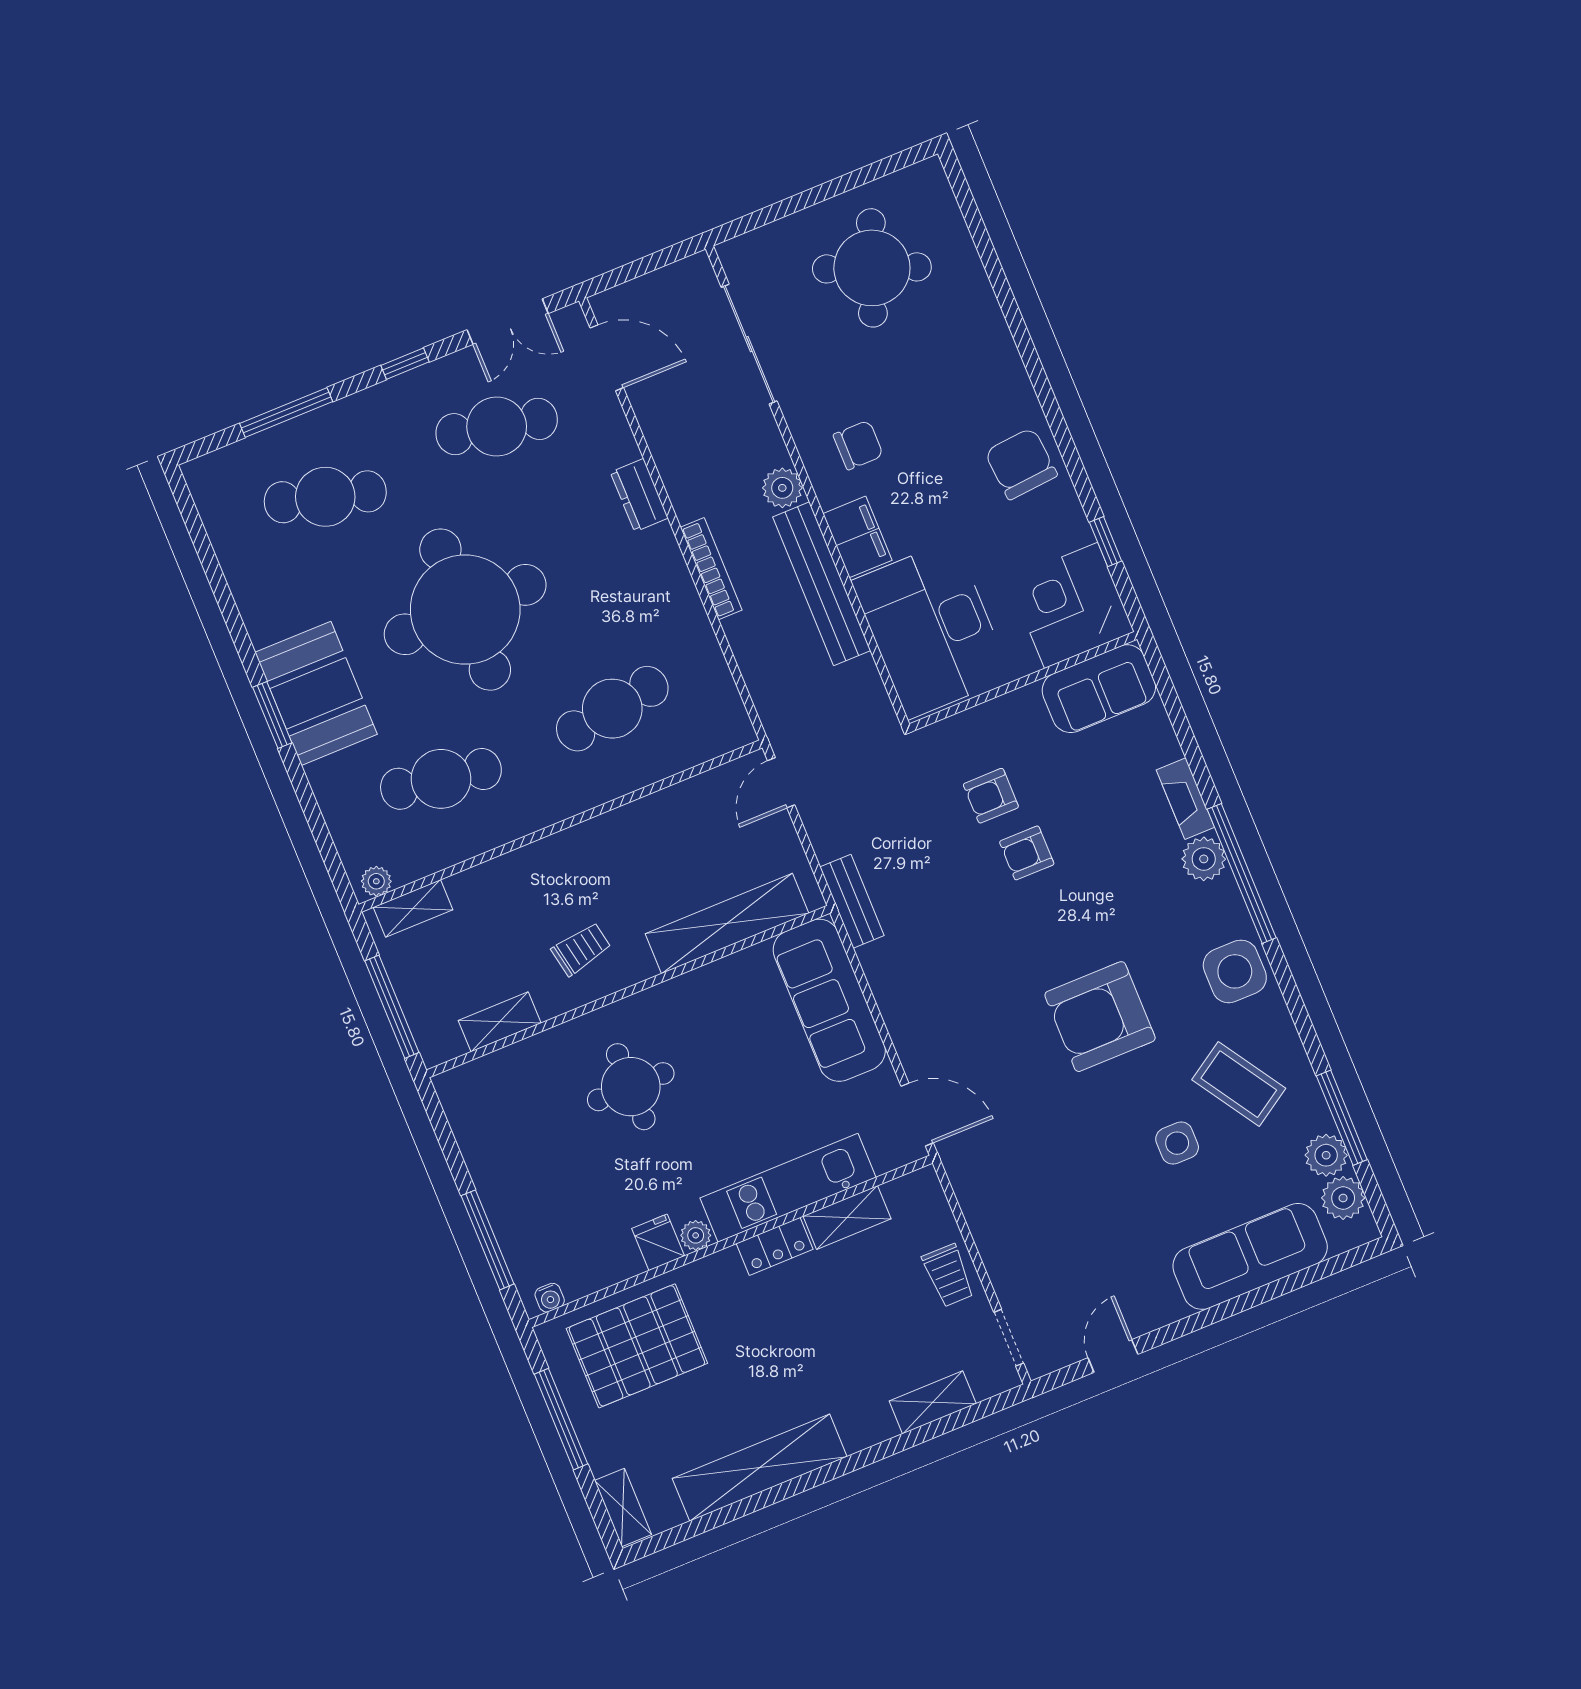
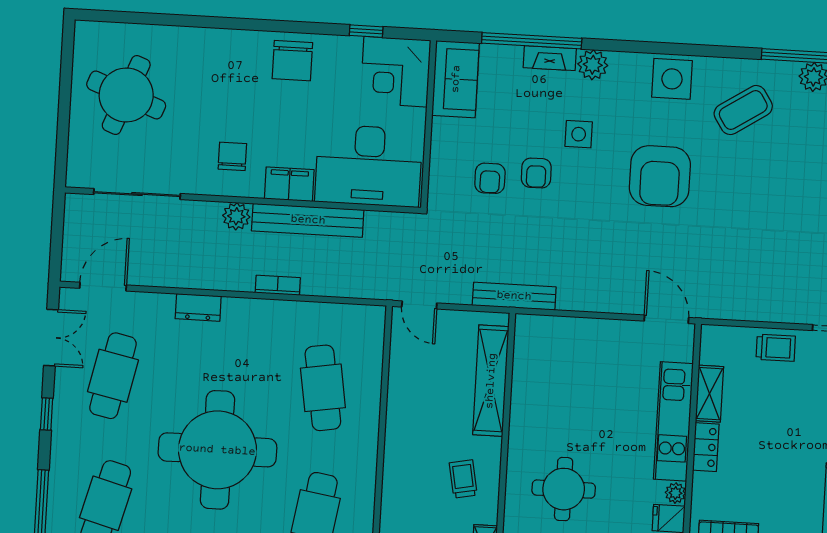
chair: (1021, 464) -> (292, 61), turned -85
bookcase: (711, 569) -> (278, 285), width x0.64
window: (1242, 873) -> (532, 41), moved
bench: (852, 901) -> (514, 296), width x1.36
sofa: (829, 1000) -> (569, 340), removed
door: (917, 1115) -> (666, 319), hinge flipped
side table: (1177, 1143) -> (579, 134), moved

